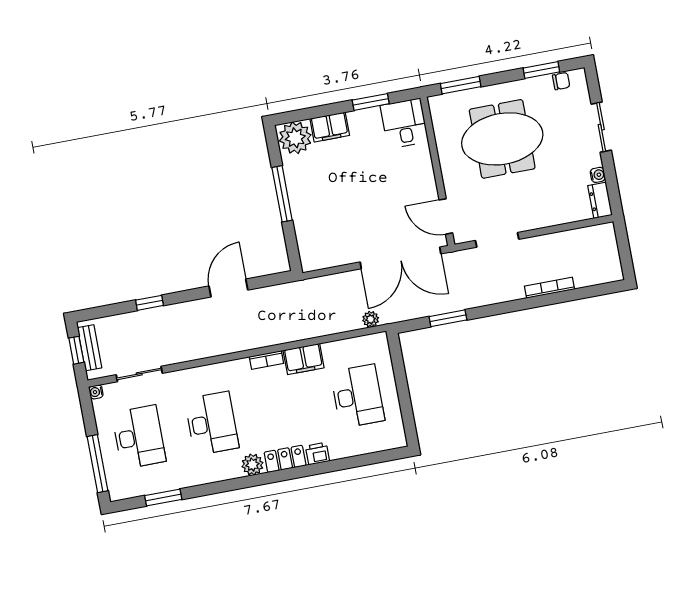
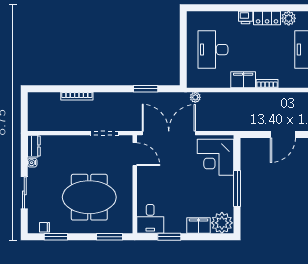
corner desk: (323, 235) -> (216, 157), added

